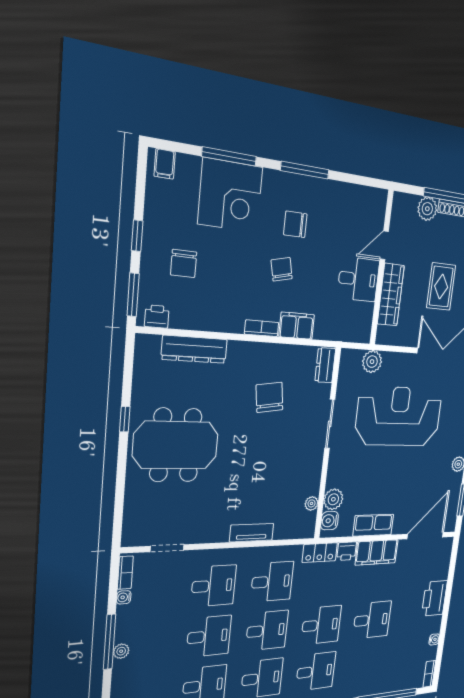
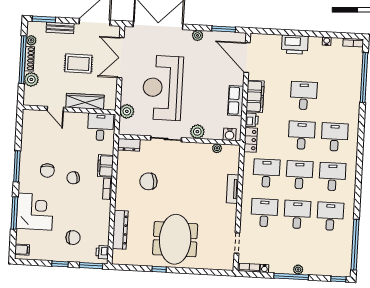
desk: (358, 279) -> (100, 127), moved
plant: (333, 499) -> (197, 132), moved

